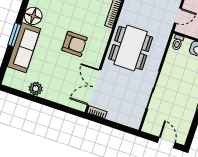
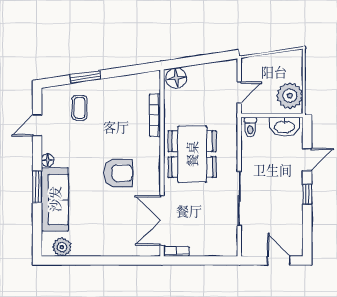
floor lamp: (33, 16) -> (48, 160), width x0.53, depth x0.53
plant: (36, 89) -> (62, 247), moved

